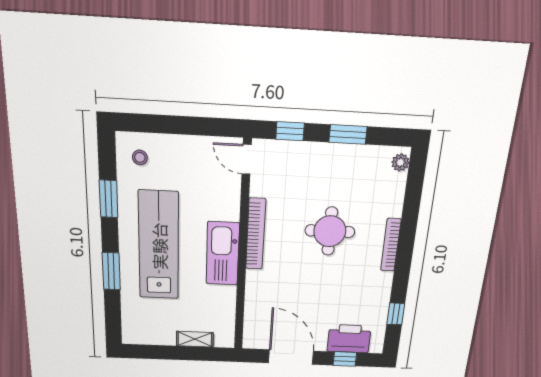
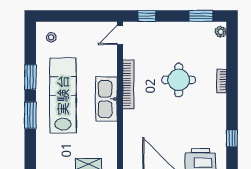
window: (348, 134) -> (201, 16), moved
door: (247, 159) -> (120, 35), hinge flipped
window: (109, 199) -> (30, 77), moved
bookcase: (391, 245) -> (222, 81), width x0.64

